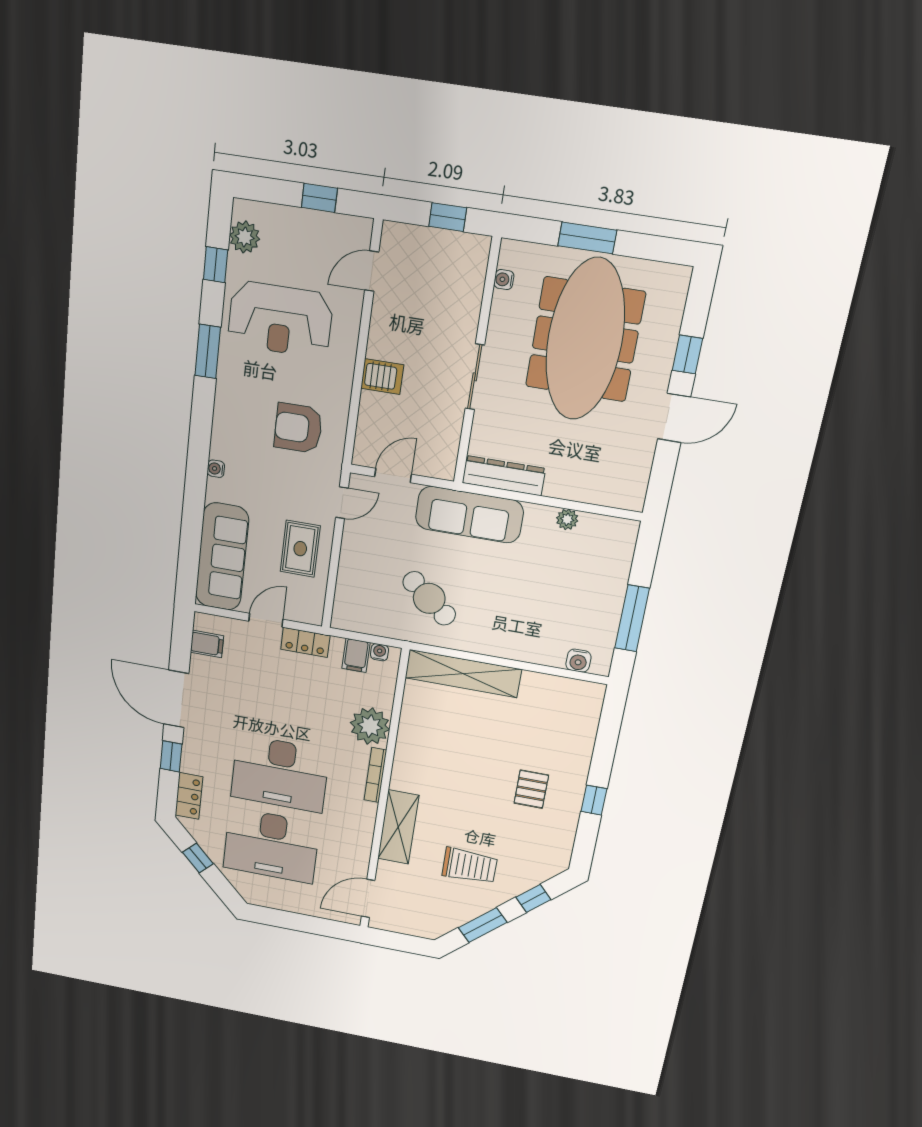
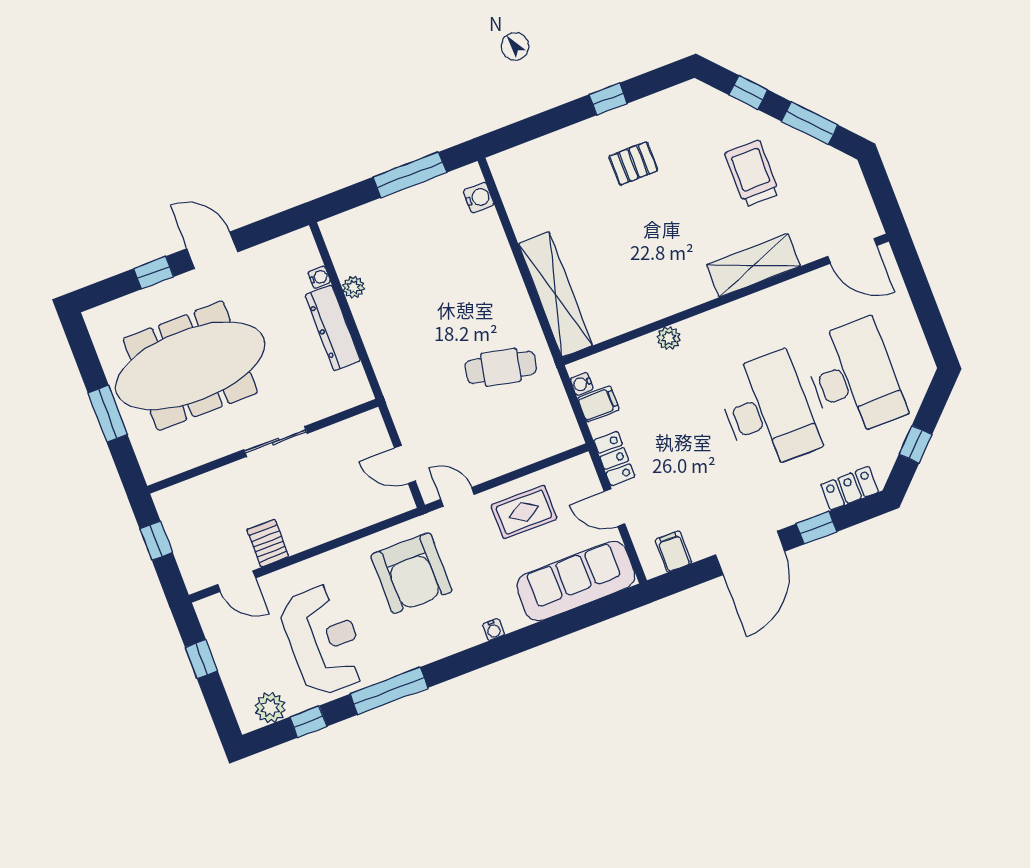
water cooler: (504, 280) -> (319, 277), moved, turned -90
window: (208, 351) -> (389, 691), width x1.44
server rack: (382, 377) -> (268, 543), moved
armchair: (298, 428) -> (411, 573), width x1.36, depth x1.36
dresser: (504, 476) -> (333, 328), moved
sofa: (469, 515) -> (400, 376), removed
cafe table: (429, 598) -> (501, 367), turned 63
plant: (370, 726) -> (669, 338), width x0.53, depth x0.53
bookcase: (375, 775) -> (711, 318), removed

